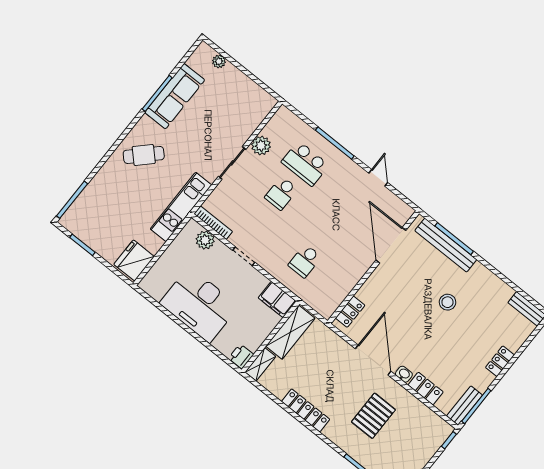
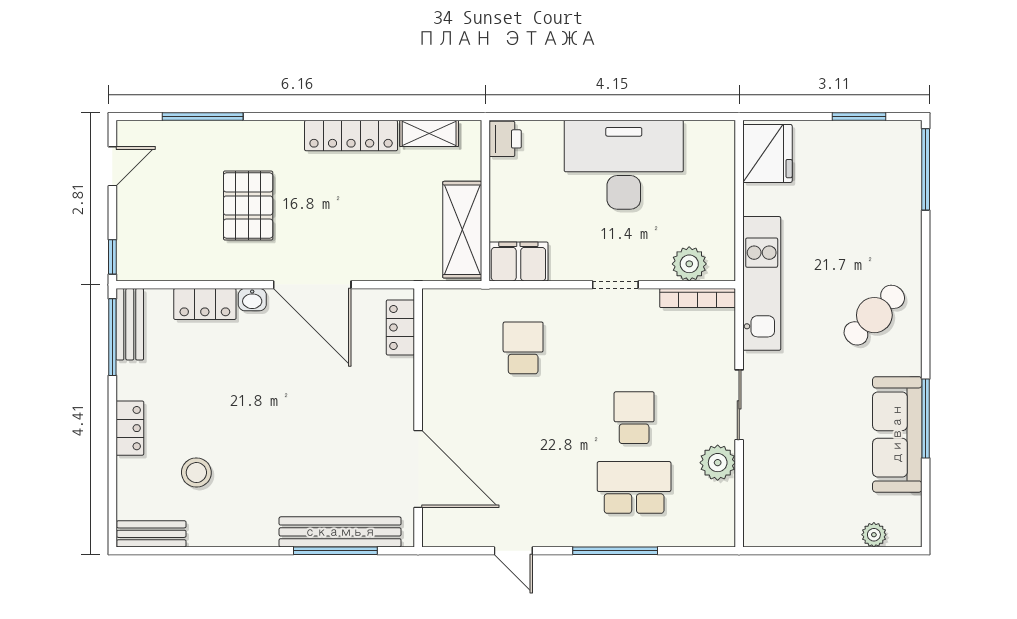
stool: (448, 302) -> (196, 473), moved
shelving: (260, 364) -> (429, 133), moved, turned 90

